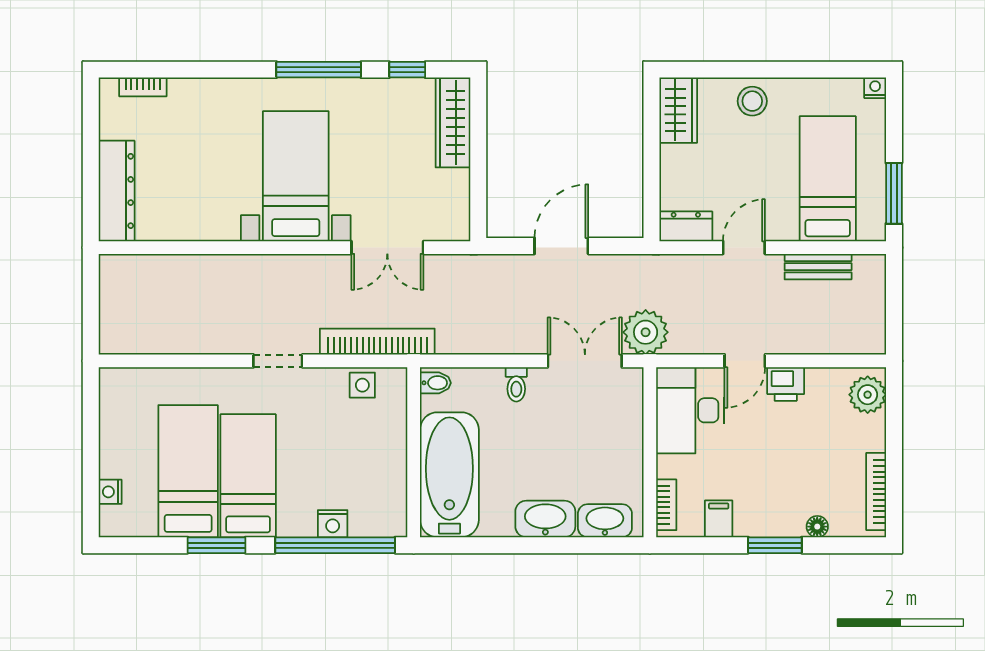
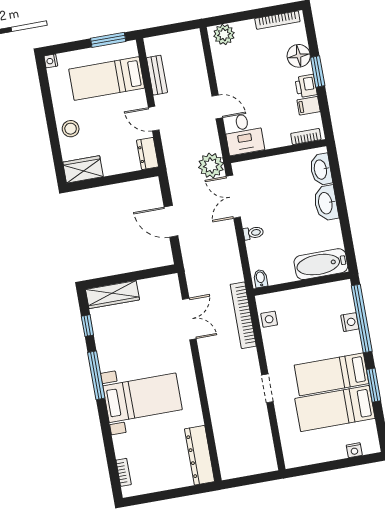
bed with nightstands: (296, 176) -> (142, 398), moved, turned 180
dresser: (117, 191) -> (200, 455), moved, turned -90
doorway: (278, 361) -> (267, 388), moved
printer: (786, 384) -> (306, 86), moved, turned 180
desk: (690, 410) -> (244, 134), width x0.73
bathtub: (449, 475) -> (321, 264), width x0.73, depth x0.73
floor lamp: (817, 527) -> (299, 56), width x1.89, depth x1.89

